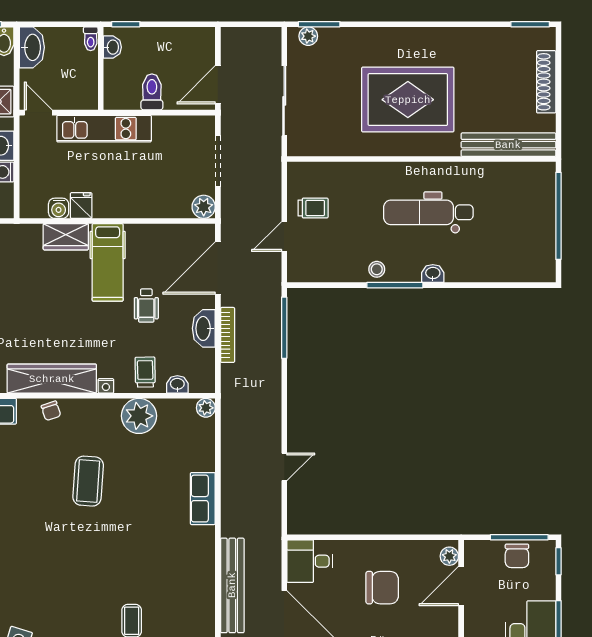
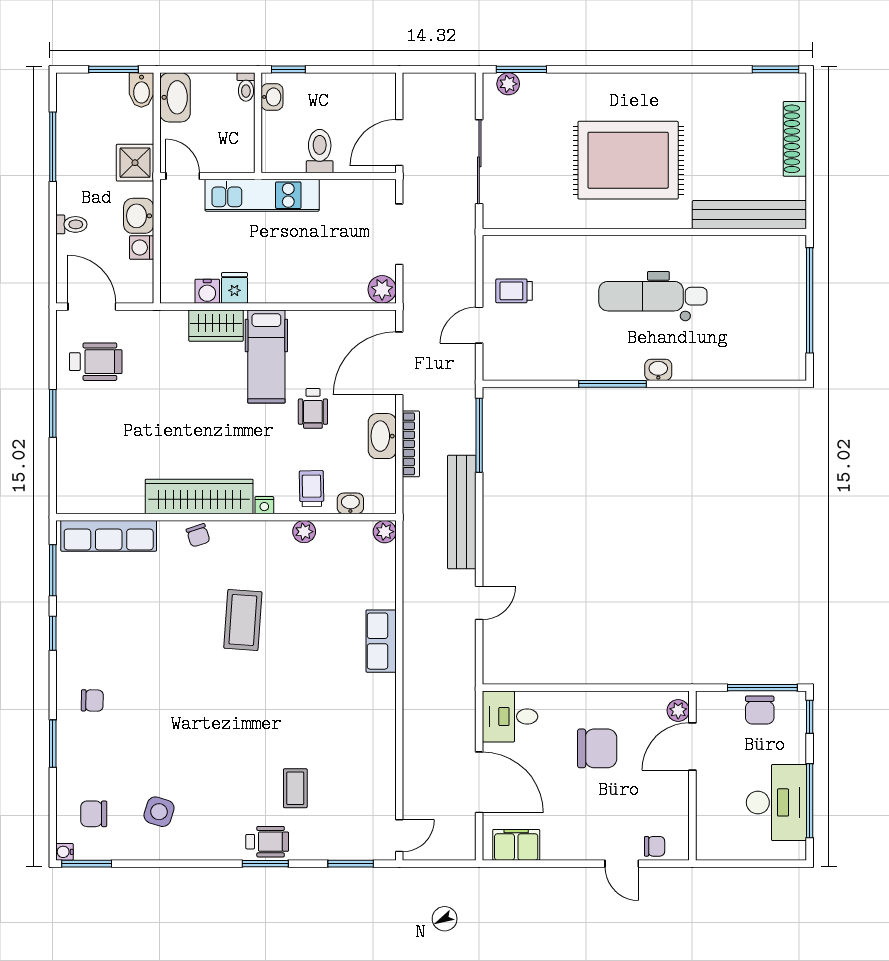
trolley: (313, 208) -> (514, 291), turned 180
stool: (377, 269) -> (591, 365), removed
plant: (139, 416) -> (304, 532), width x0.53, depth x0.53
bench: (232, 585) -> (462, 512), moved

